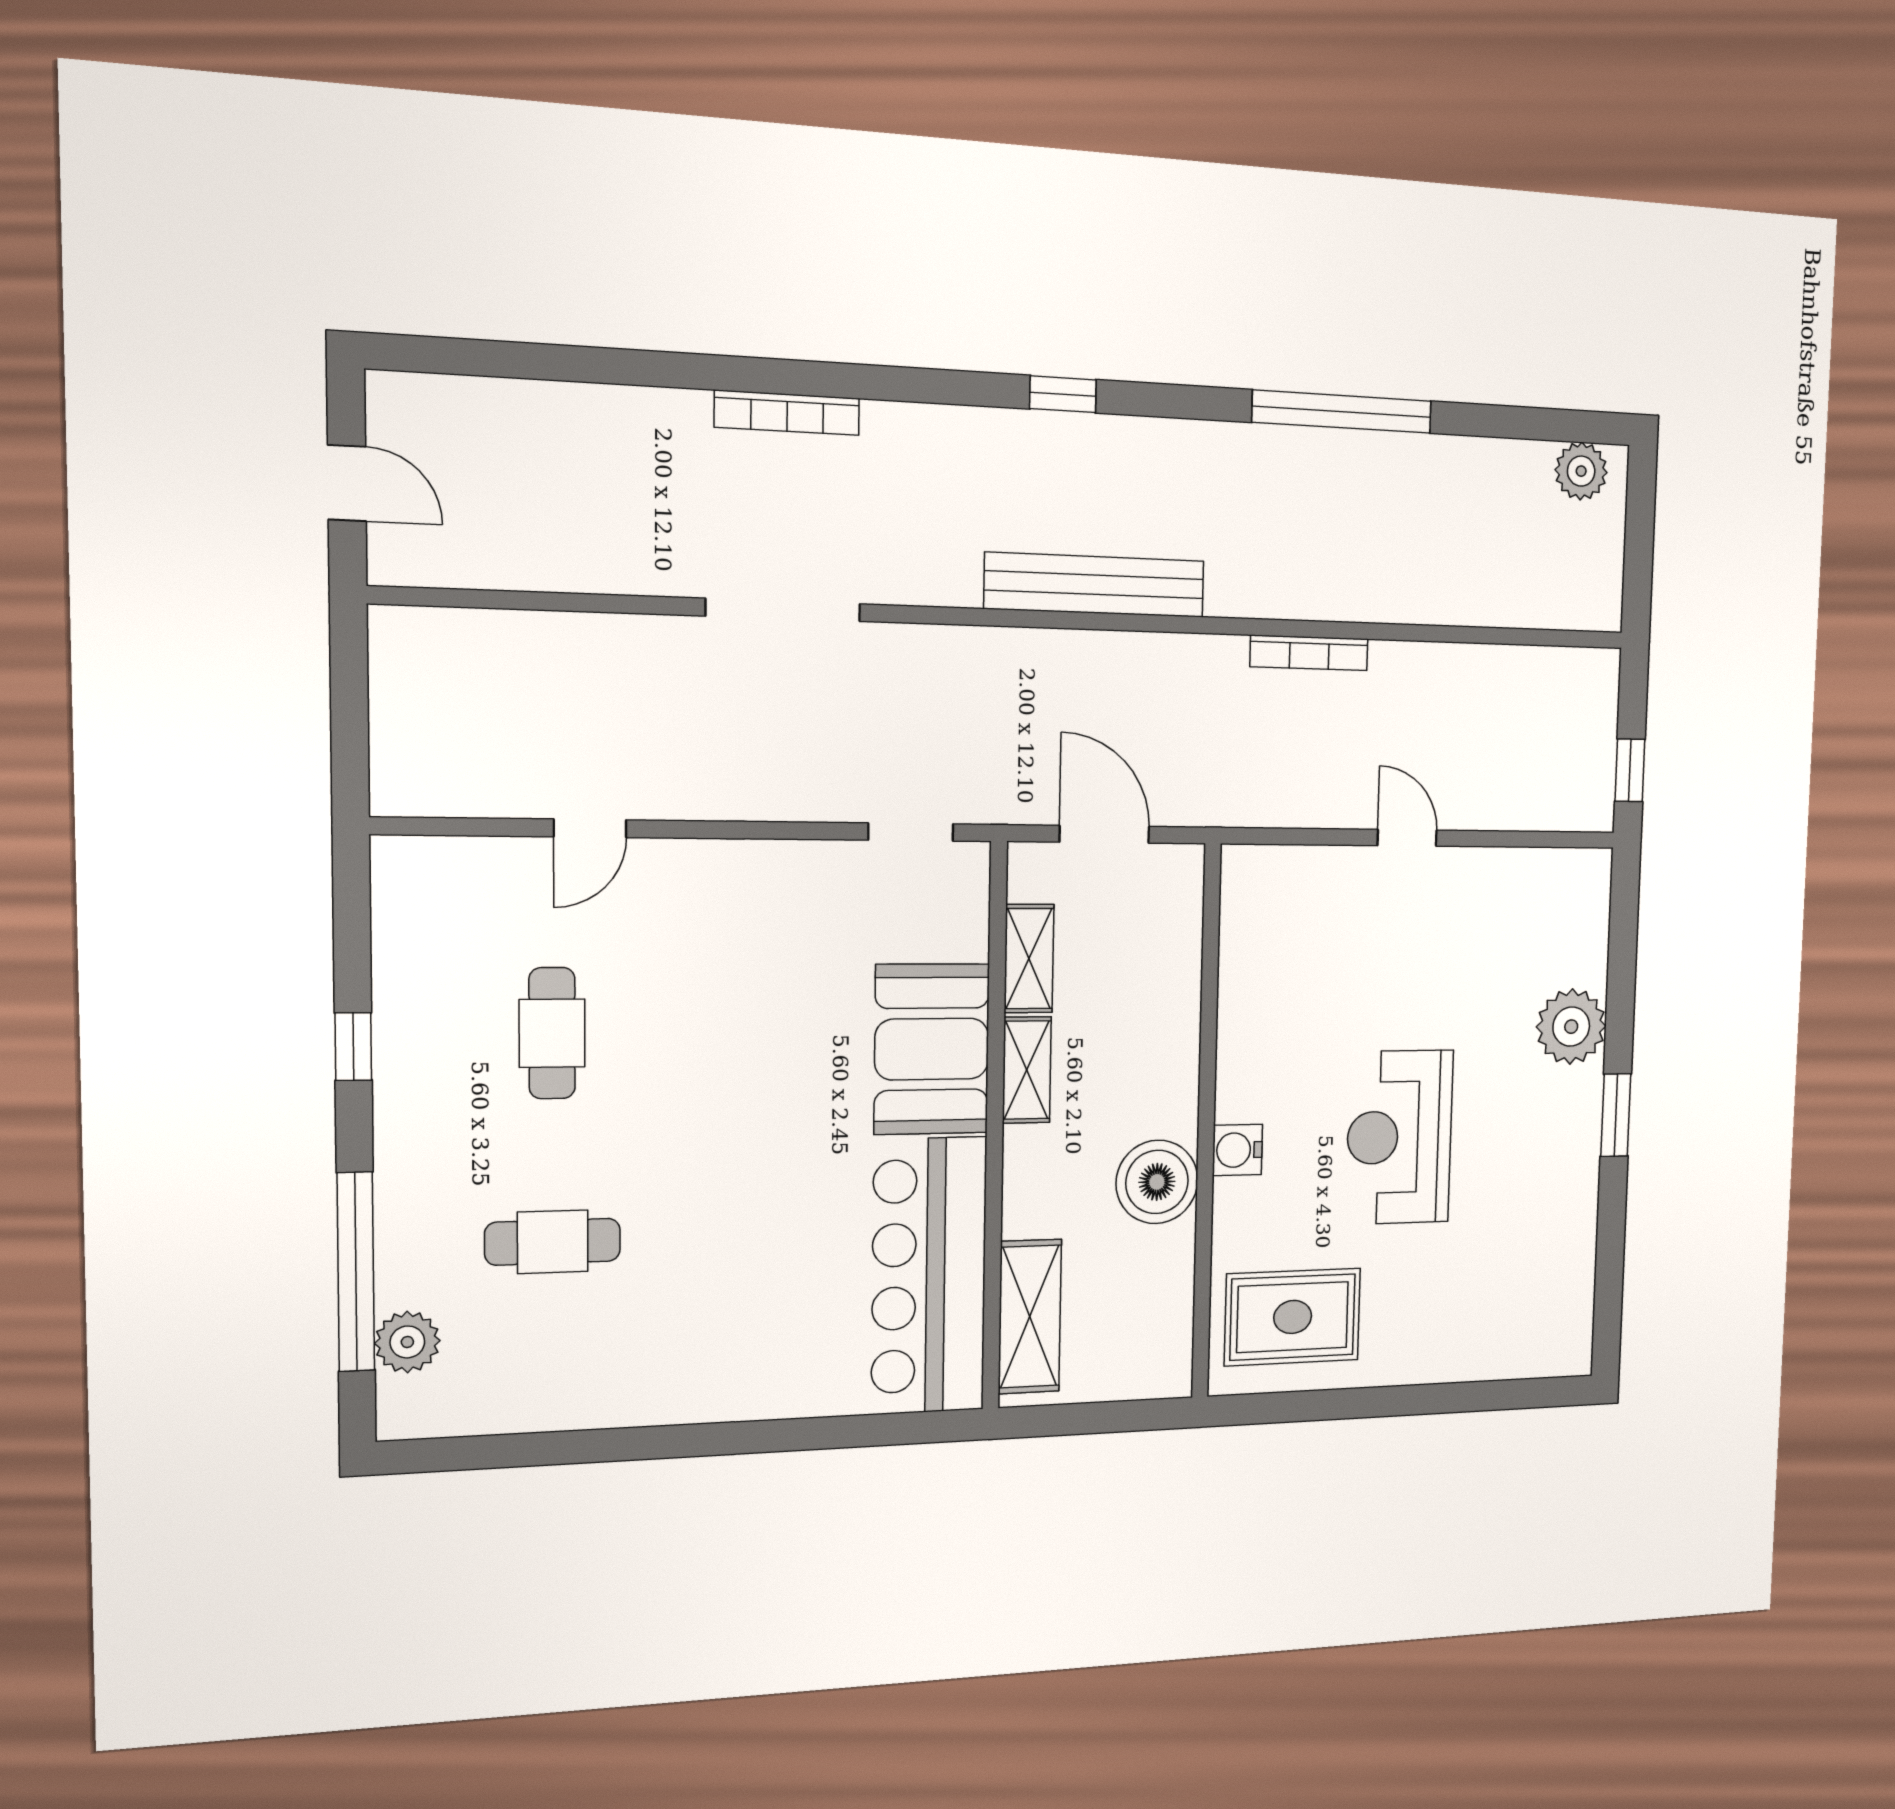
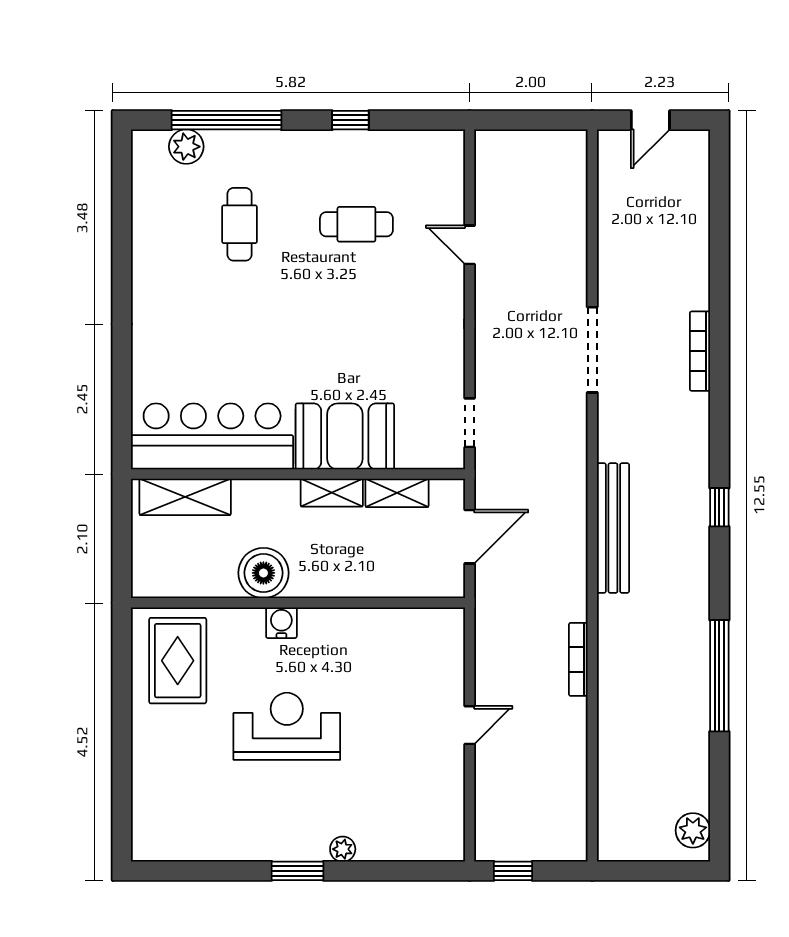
plant: (1571, 1027) -> (343, 849), width x0.53, depth x0.53

